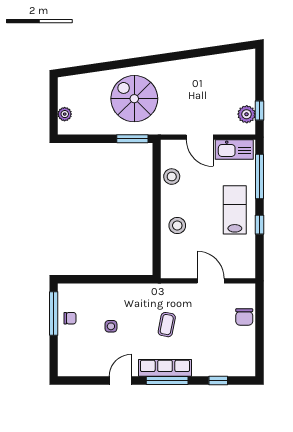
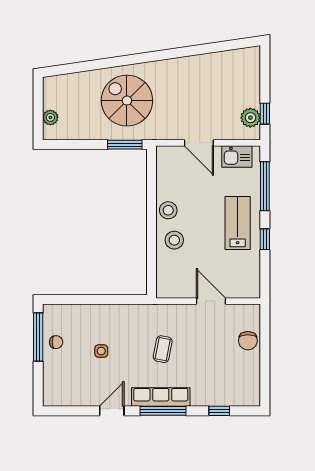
kitchen sink: (234, 149) -> (237, 156), width x0.73
stool: (172, 177) -> (168, 210), moved

